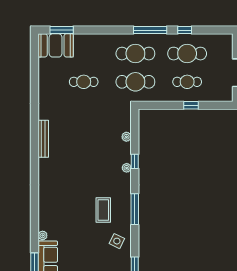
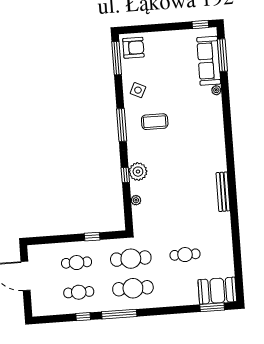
cafe table: (187, 54) -> (79, 292), width x0.73, depth x0.74
window: (191, 105) -> (92, 237), moved
plant: (127, 168) -> (138, 172), width x1.88, depth x1.88
coffee table: (103, 210) -> (155, 122), turned 90

